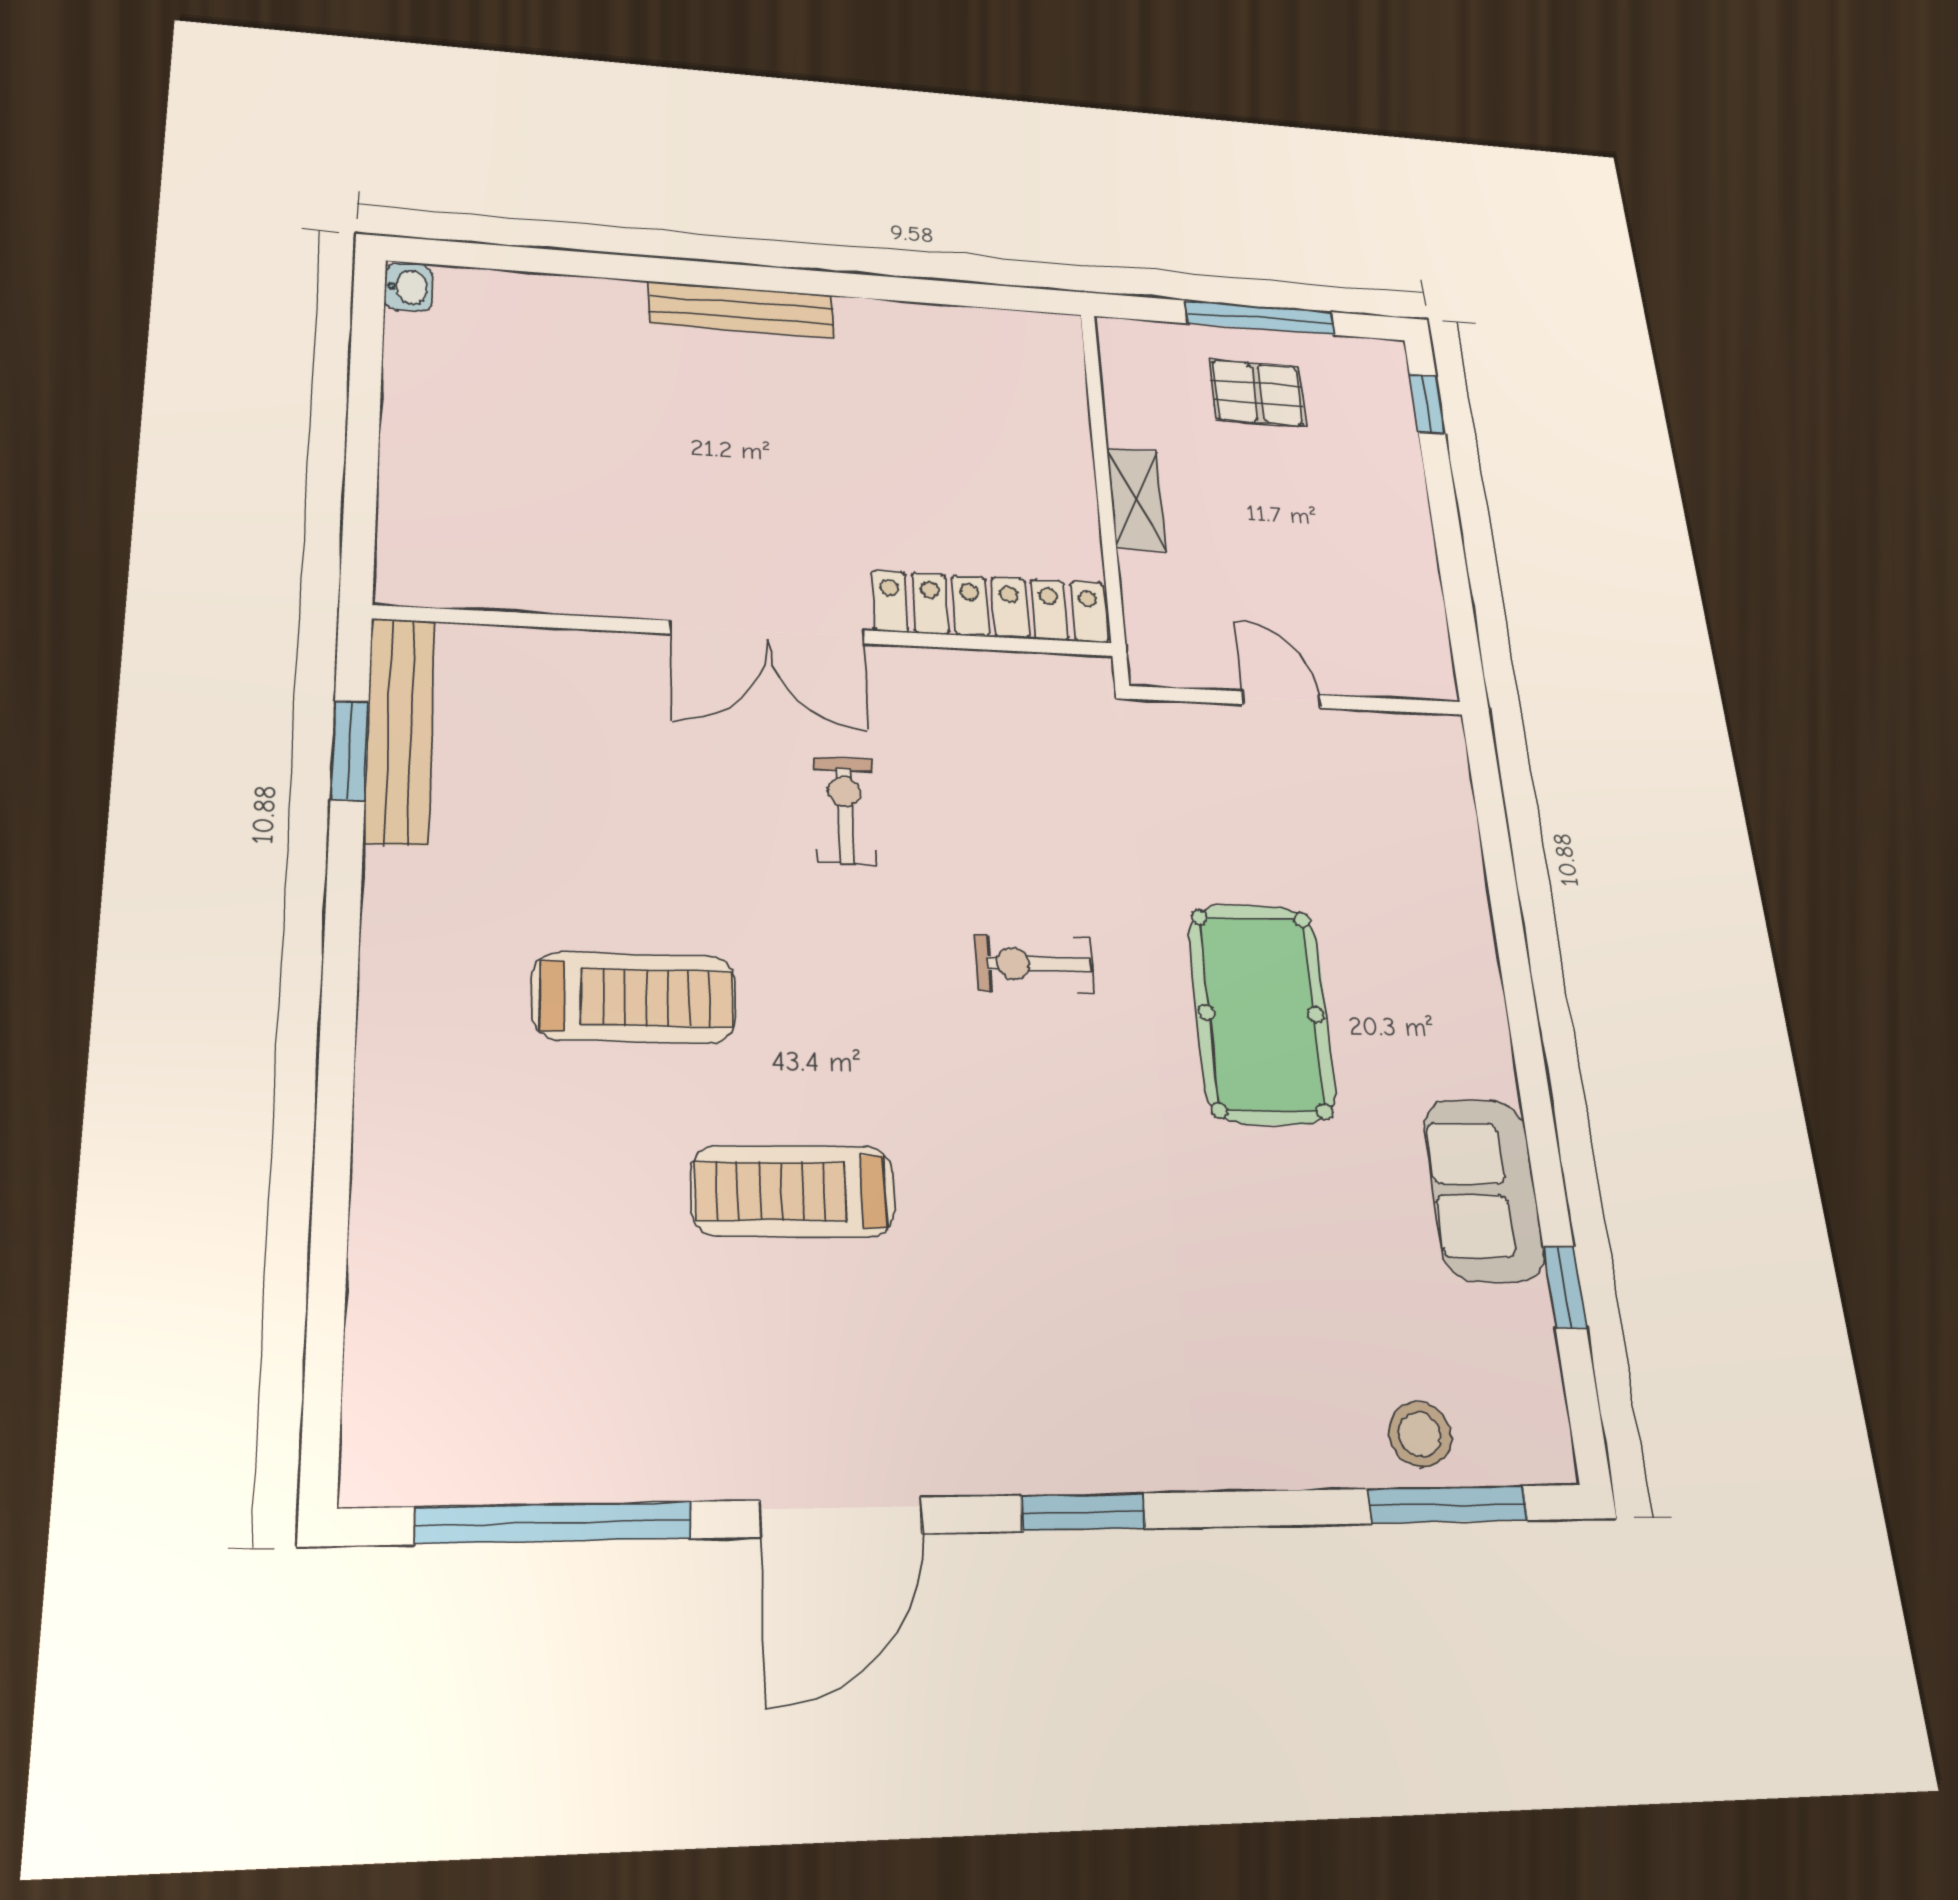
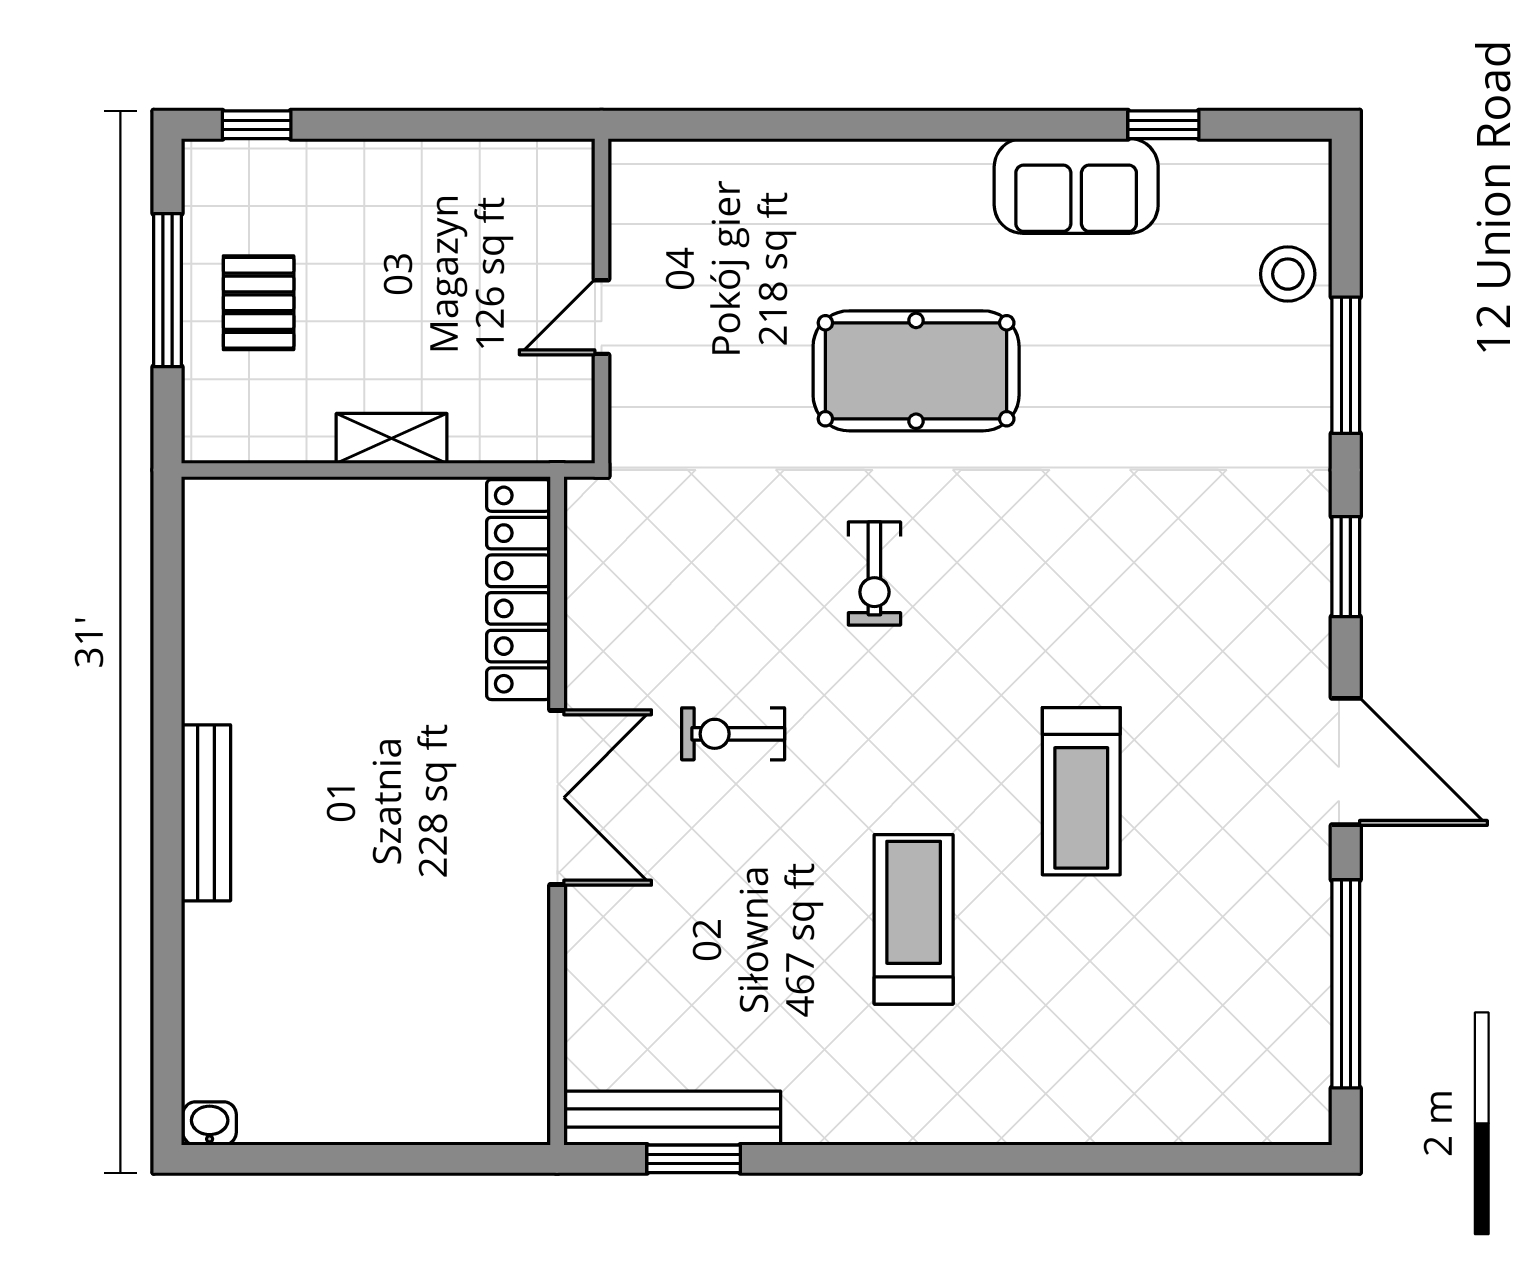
window: (1448, 1505) -> (1346, 365), moved

